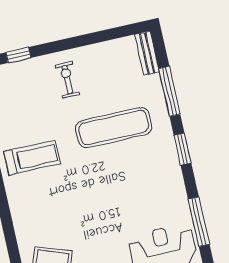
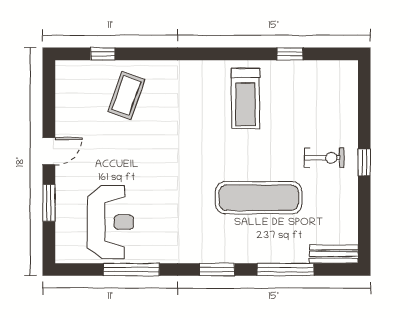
window: (18, 55) -> (364, 163), moved
exercise mat: (114, 128) -> (259, 198), turned 90

